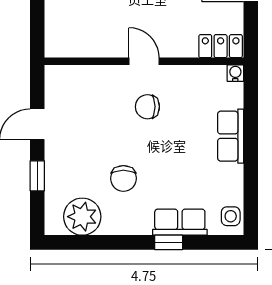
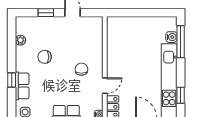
door: (144, 61) -> (105, 86), moved
plant: (82, 217) -> (20, 40), width x0.53, depth x0.53

